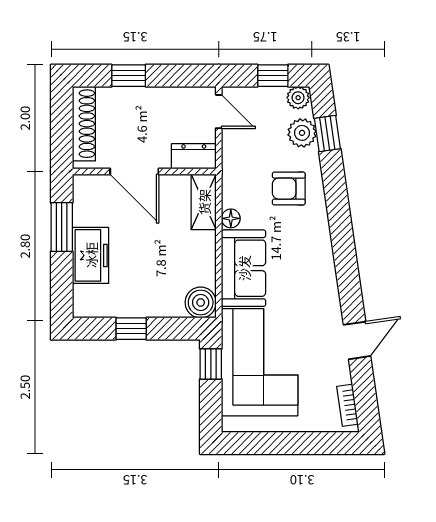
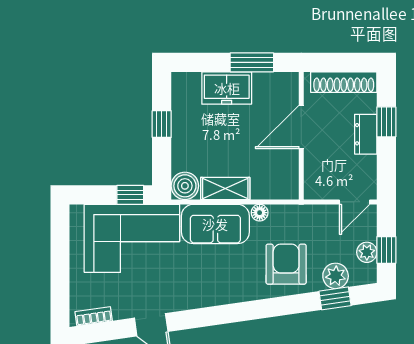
plant: (298, 98) -> (367, 252), moved
dresser: (194, 156) -> (366, 134), moved, turned 180
armchair: (289, 189) -> (286, 264), width x1.38, depth x1.38
shelving: (204, 202) -> (225, 189), moved

